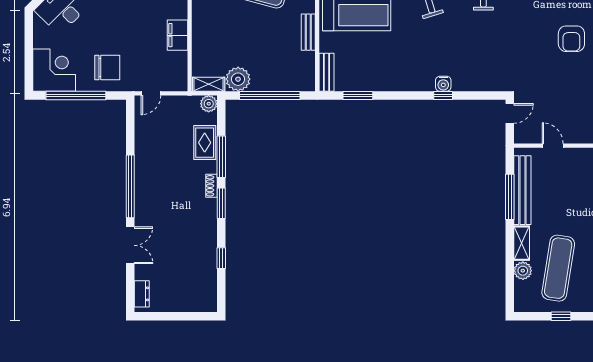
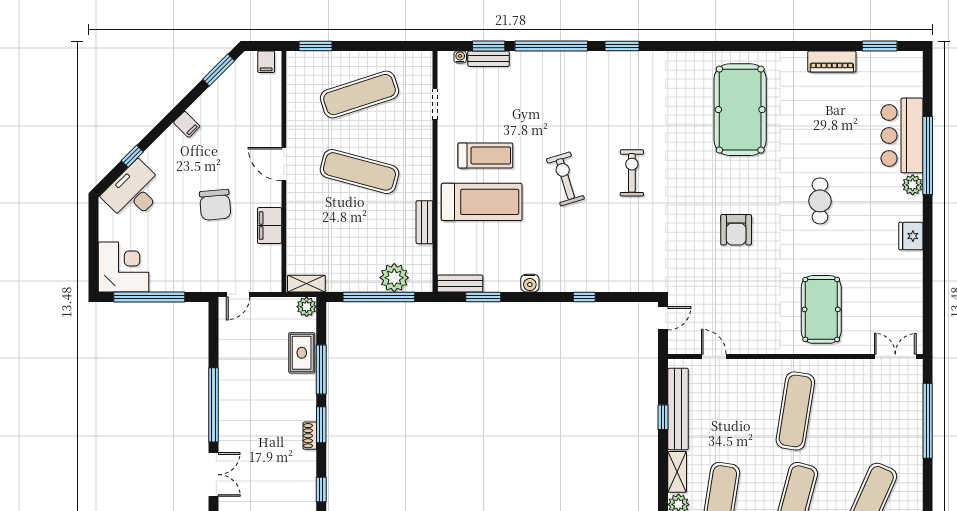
chair: (107, 68) -> (215, 205), moved, turned 85
bench: (326, 72) -> (460, 283), moved, turned 90
plant: (238, 79) -> (394, 278), moved
water cooler: (443, 84) -> (530, 283), moved
shoe rack: (211, 186) -> (310, 436), moved
window: (510, 197) -> (663, 417), width x0.46

